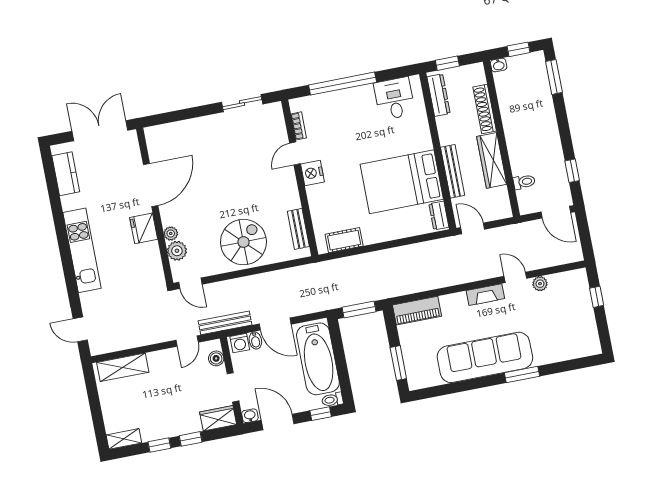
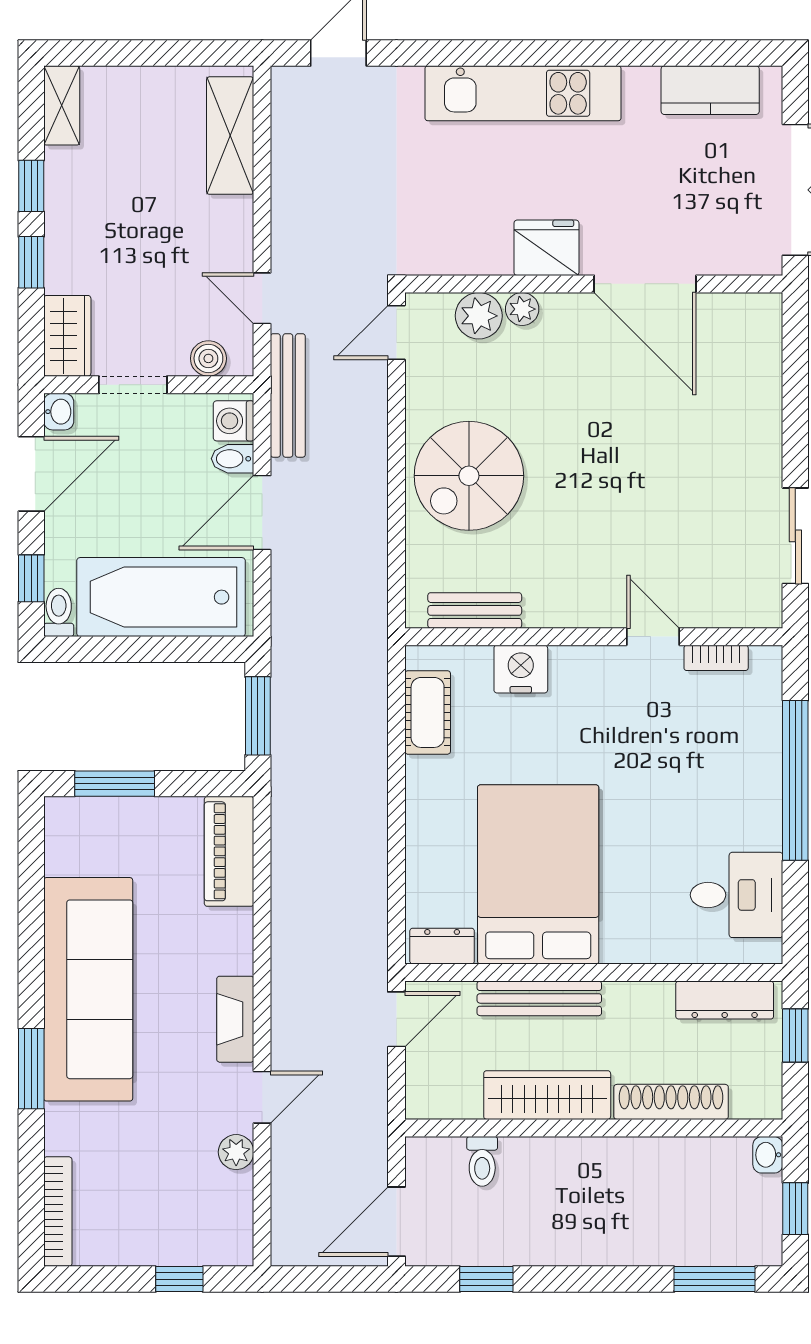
nightstand: (312, 173) -> (521, 669), moved
spiral stairs: (243, 242) -> (469, 476), turned 90
bookcase: (579, 352) -> (58, 1212), added

